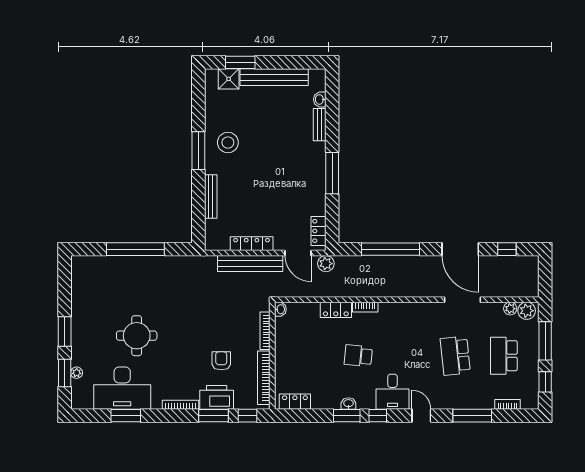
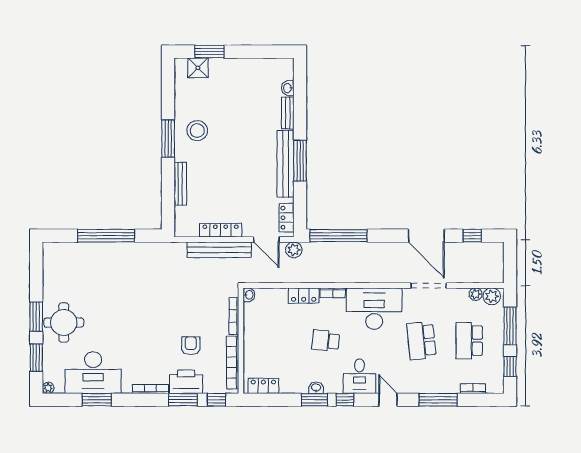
bench: (274, 77) -> (285, 164), moved, turned 90
window: (390, 249) -> (338, 236), moved
desk: (407, 323) -> (374, 309), added
round table: (137, 336) -> (64, 323), moved
plant: (77, 373) -> (48, 388), moved

